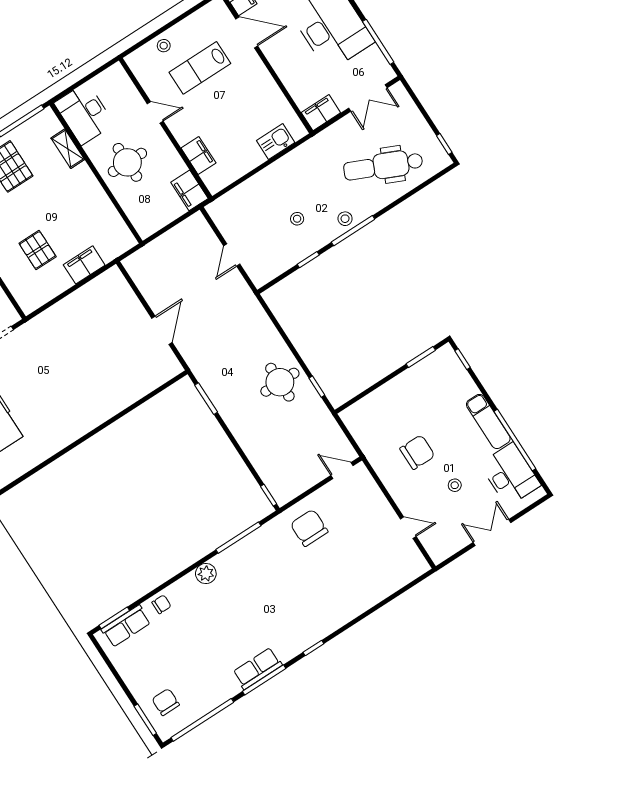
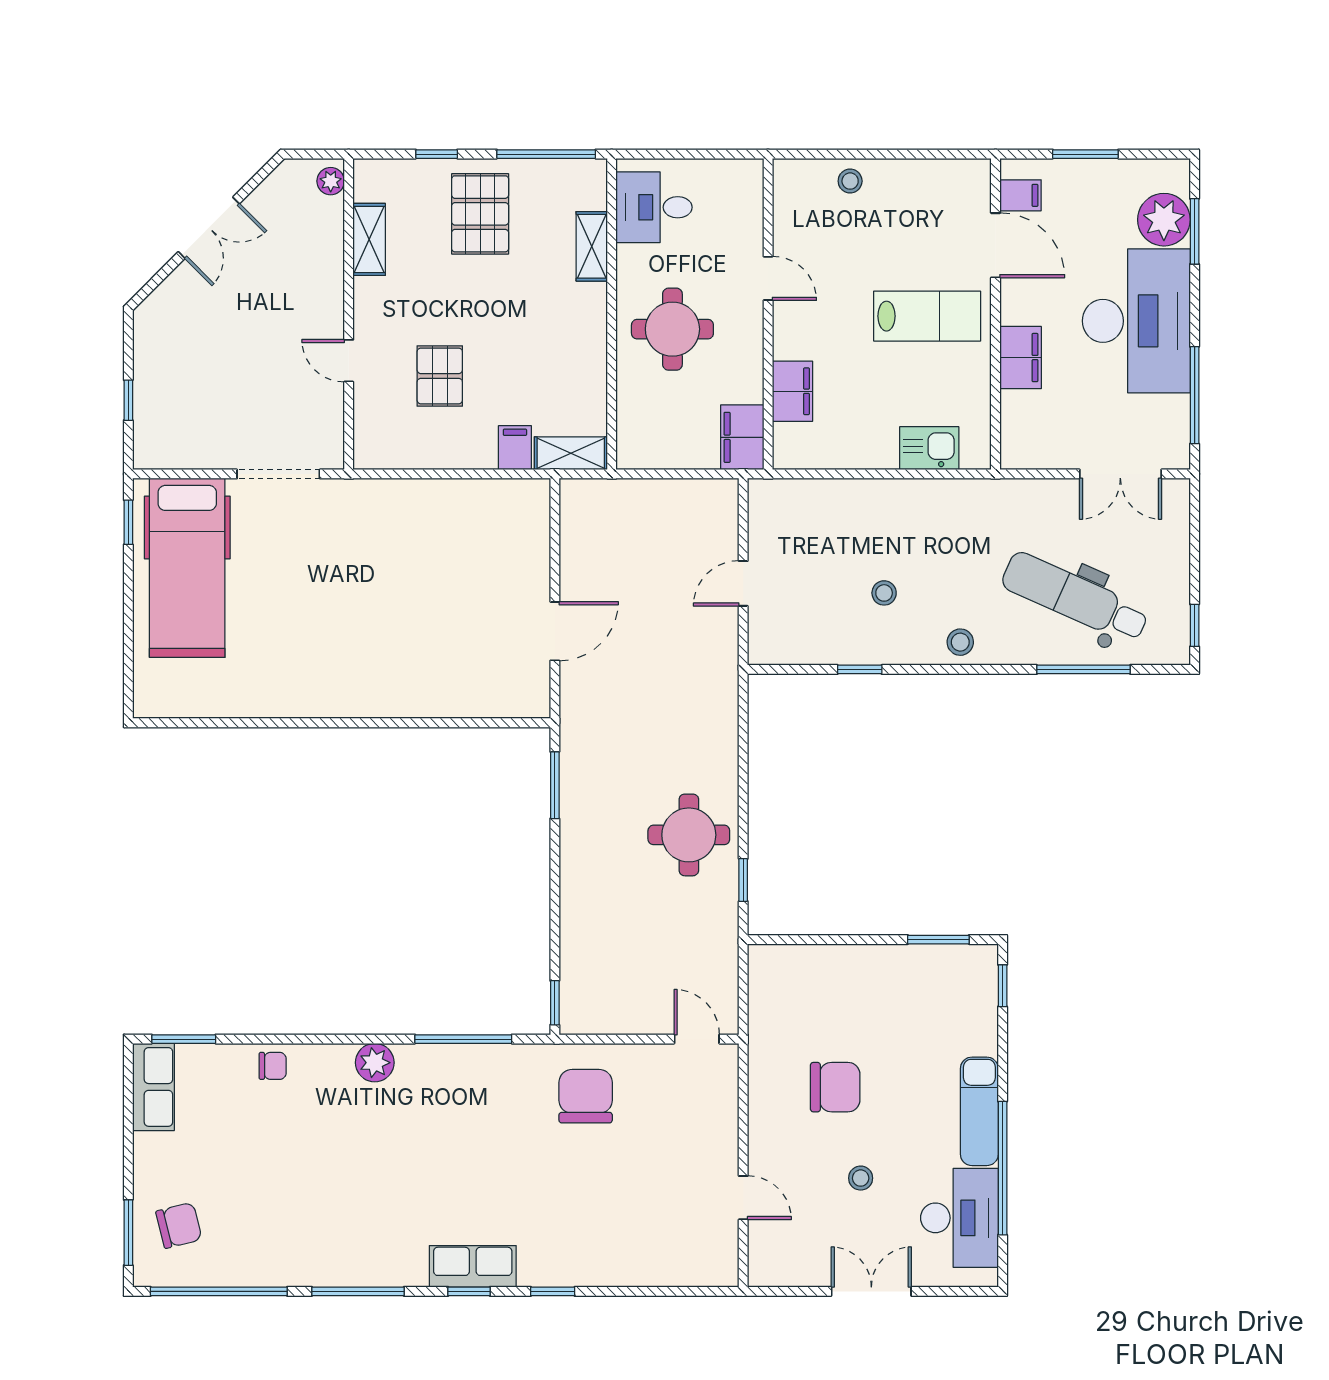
lab bench: (200, 68) -> (927, 316), moved, turned 180
filing cabinet: (321, 113) -> (1021, 358), moved, turned 90
desk: (84, 114) -> (654, 207), width x0.73
window: (353, 231) -> (1084, 669), moved
shelving: (118, 247) -> (571, 453), added
filing cabinet: (84, 265) -> (515, 448), width x0.50
window: (351, 624) -> (553, 1291), added
row of seats: (126, 626) -> (153, 1087), moved, turned -90
row of seats: (257, 668) -> (473, 1266), moved
chair: (166, 702) -> (179, 1225), turned 76

